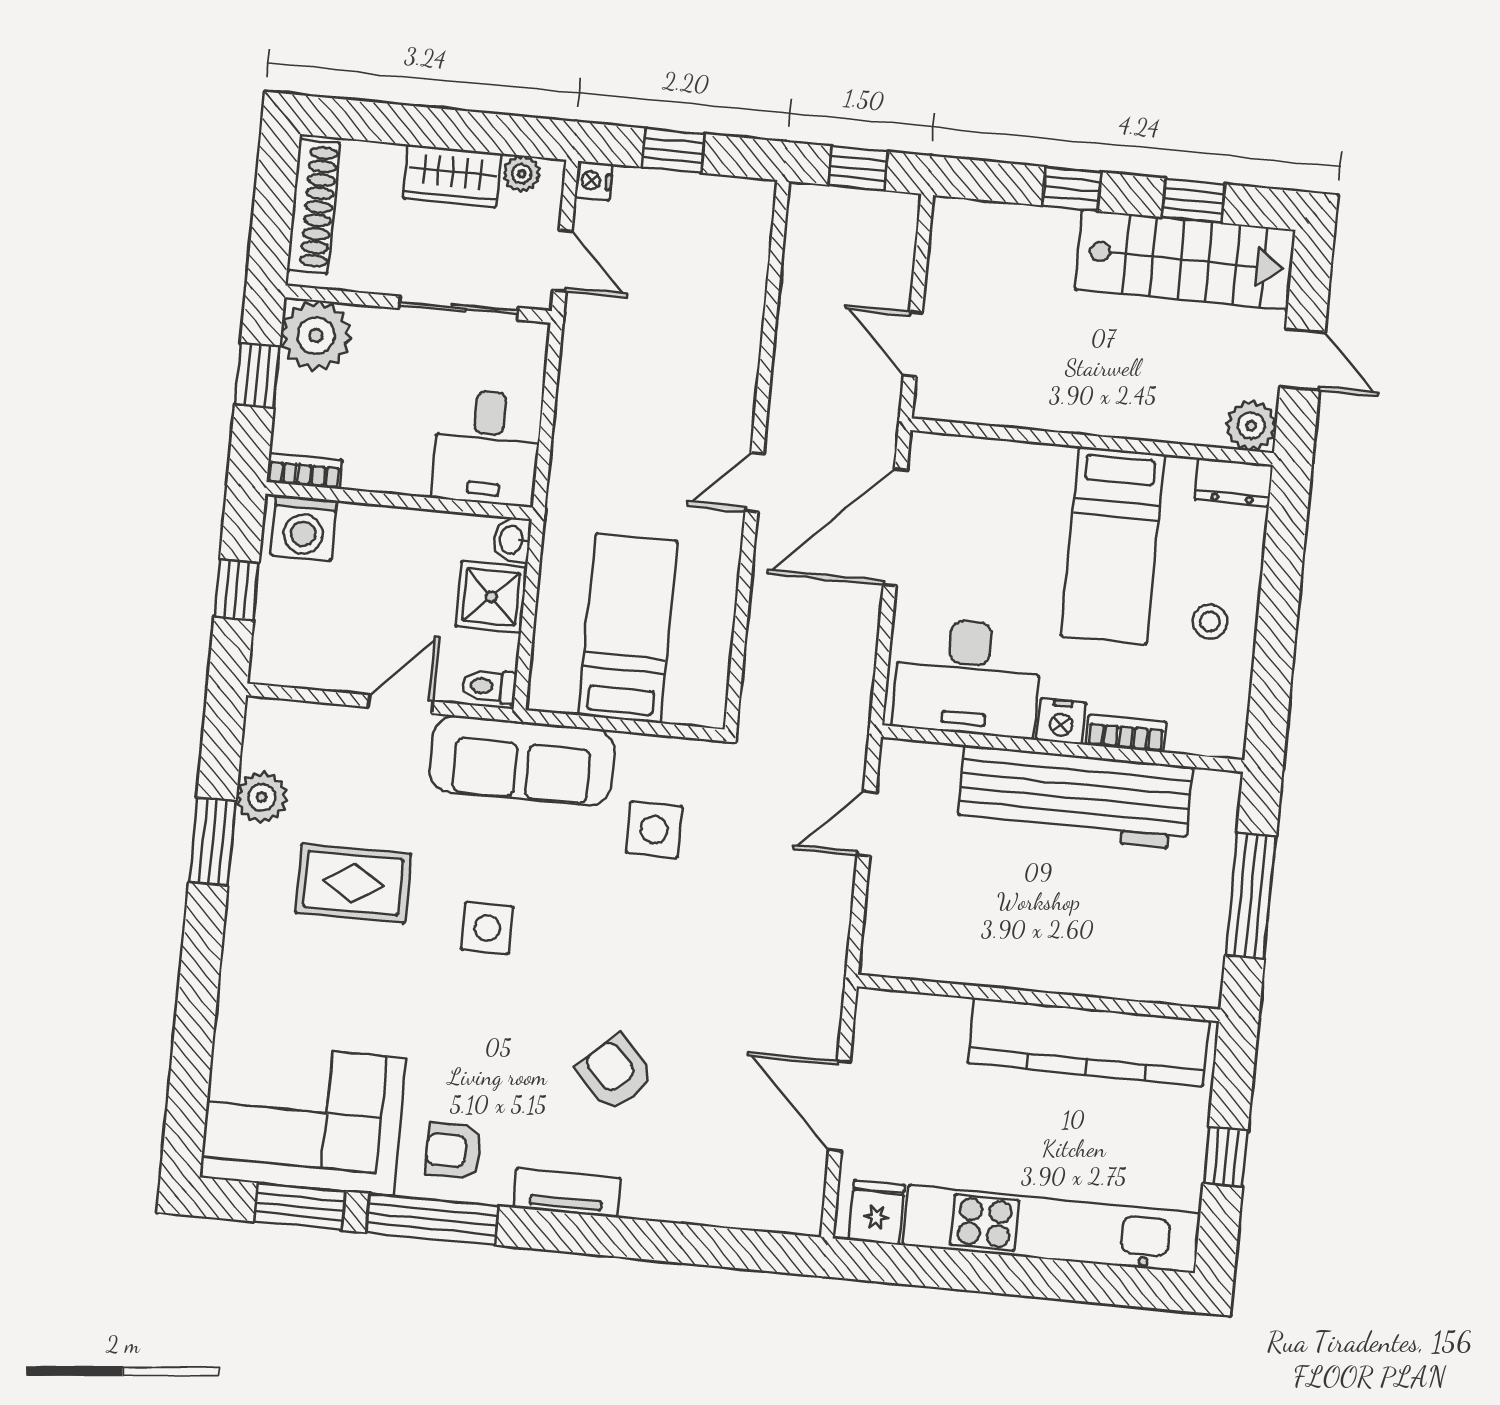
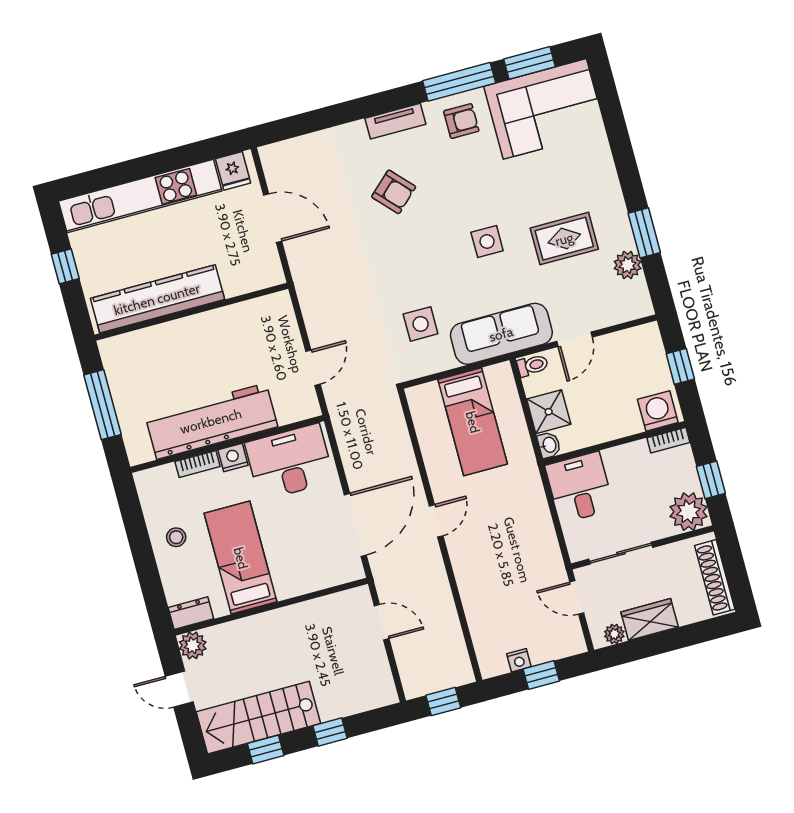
nightstand: (594, 181) -> (519, 660), moved, turned 90

